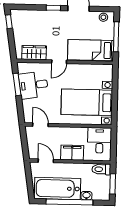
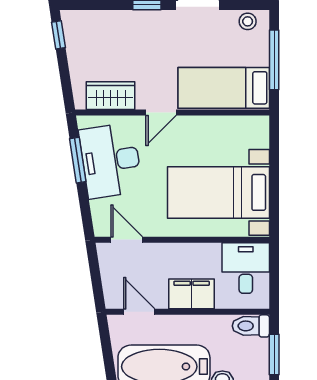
desk: (33, 85) -> (111, 161), width x1.37

